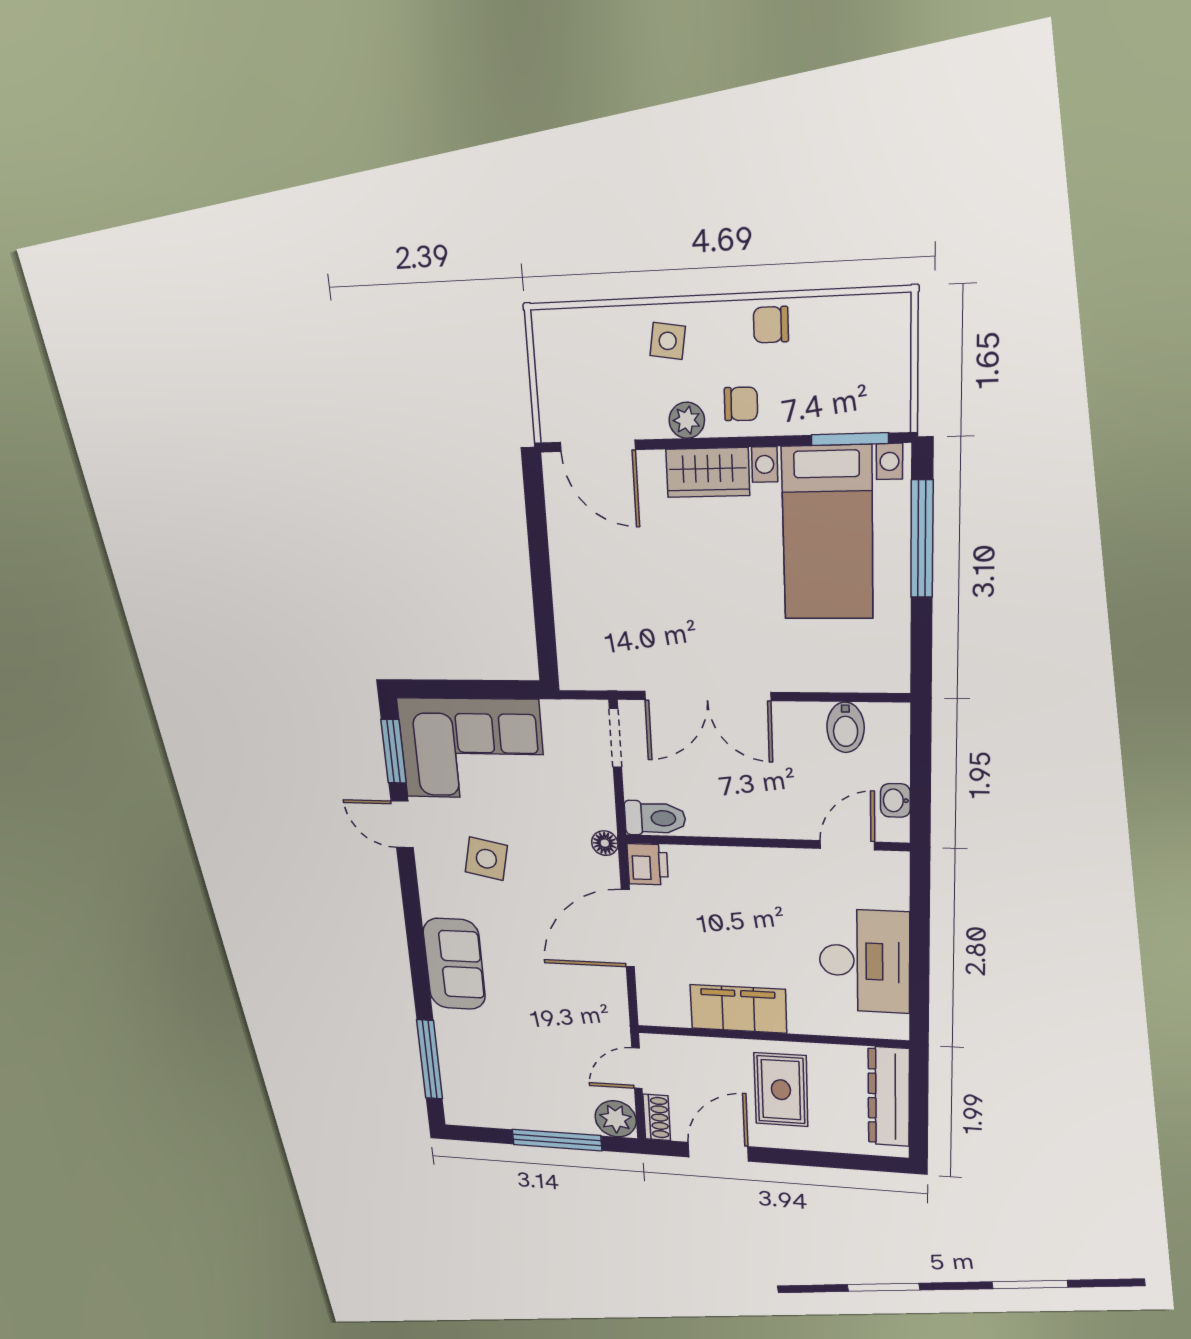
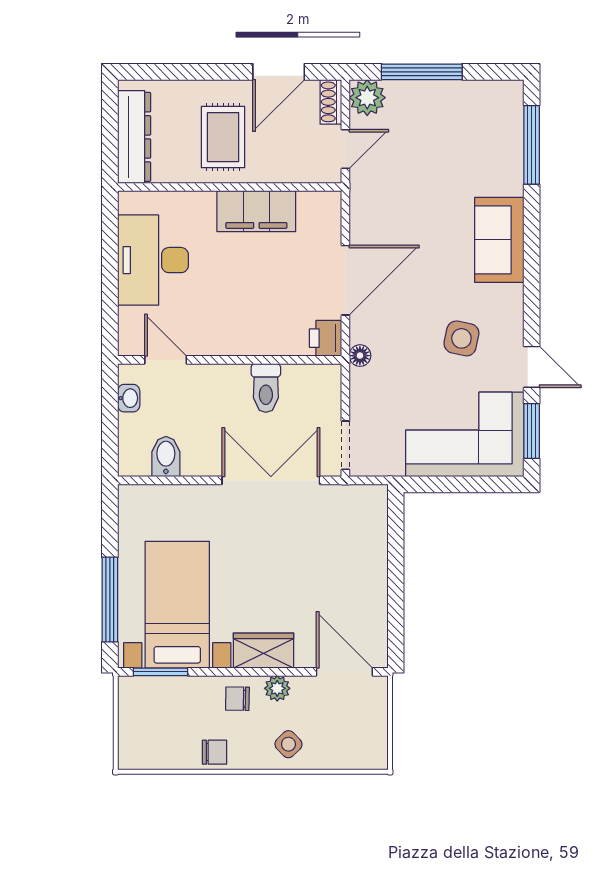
side table: (668, 341) -> (288, 744), turned 37
toilet: (655, 818) -> (266, 388), moved, turned -90
door: (847, 845) -> (166, 360), swing flipped

